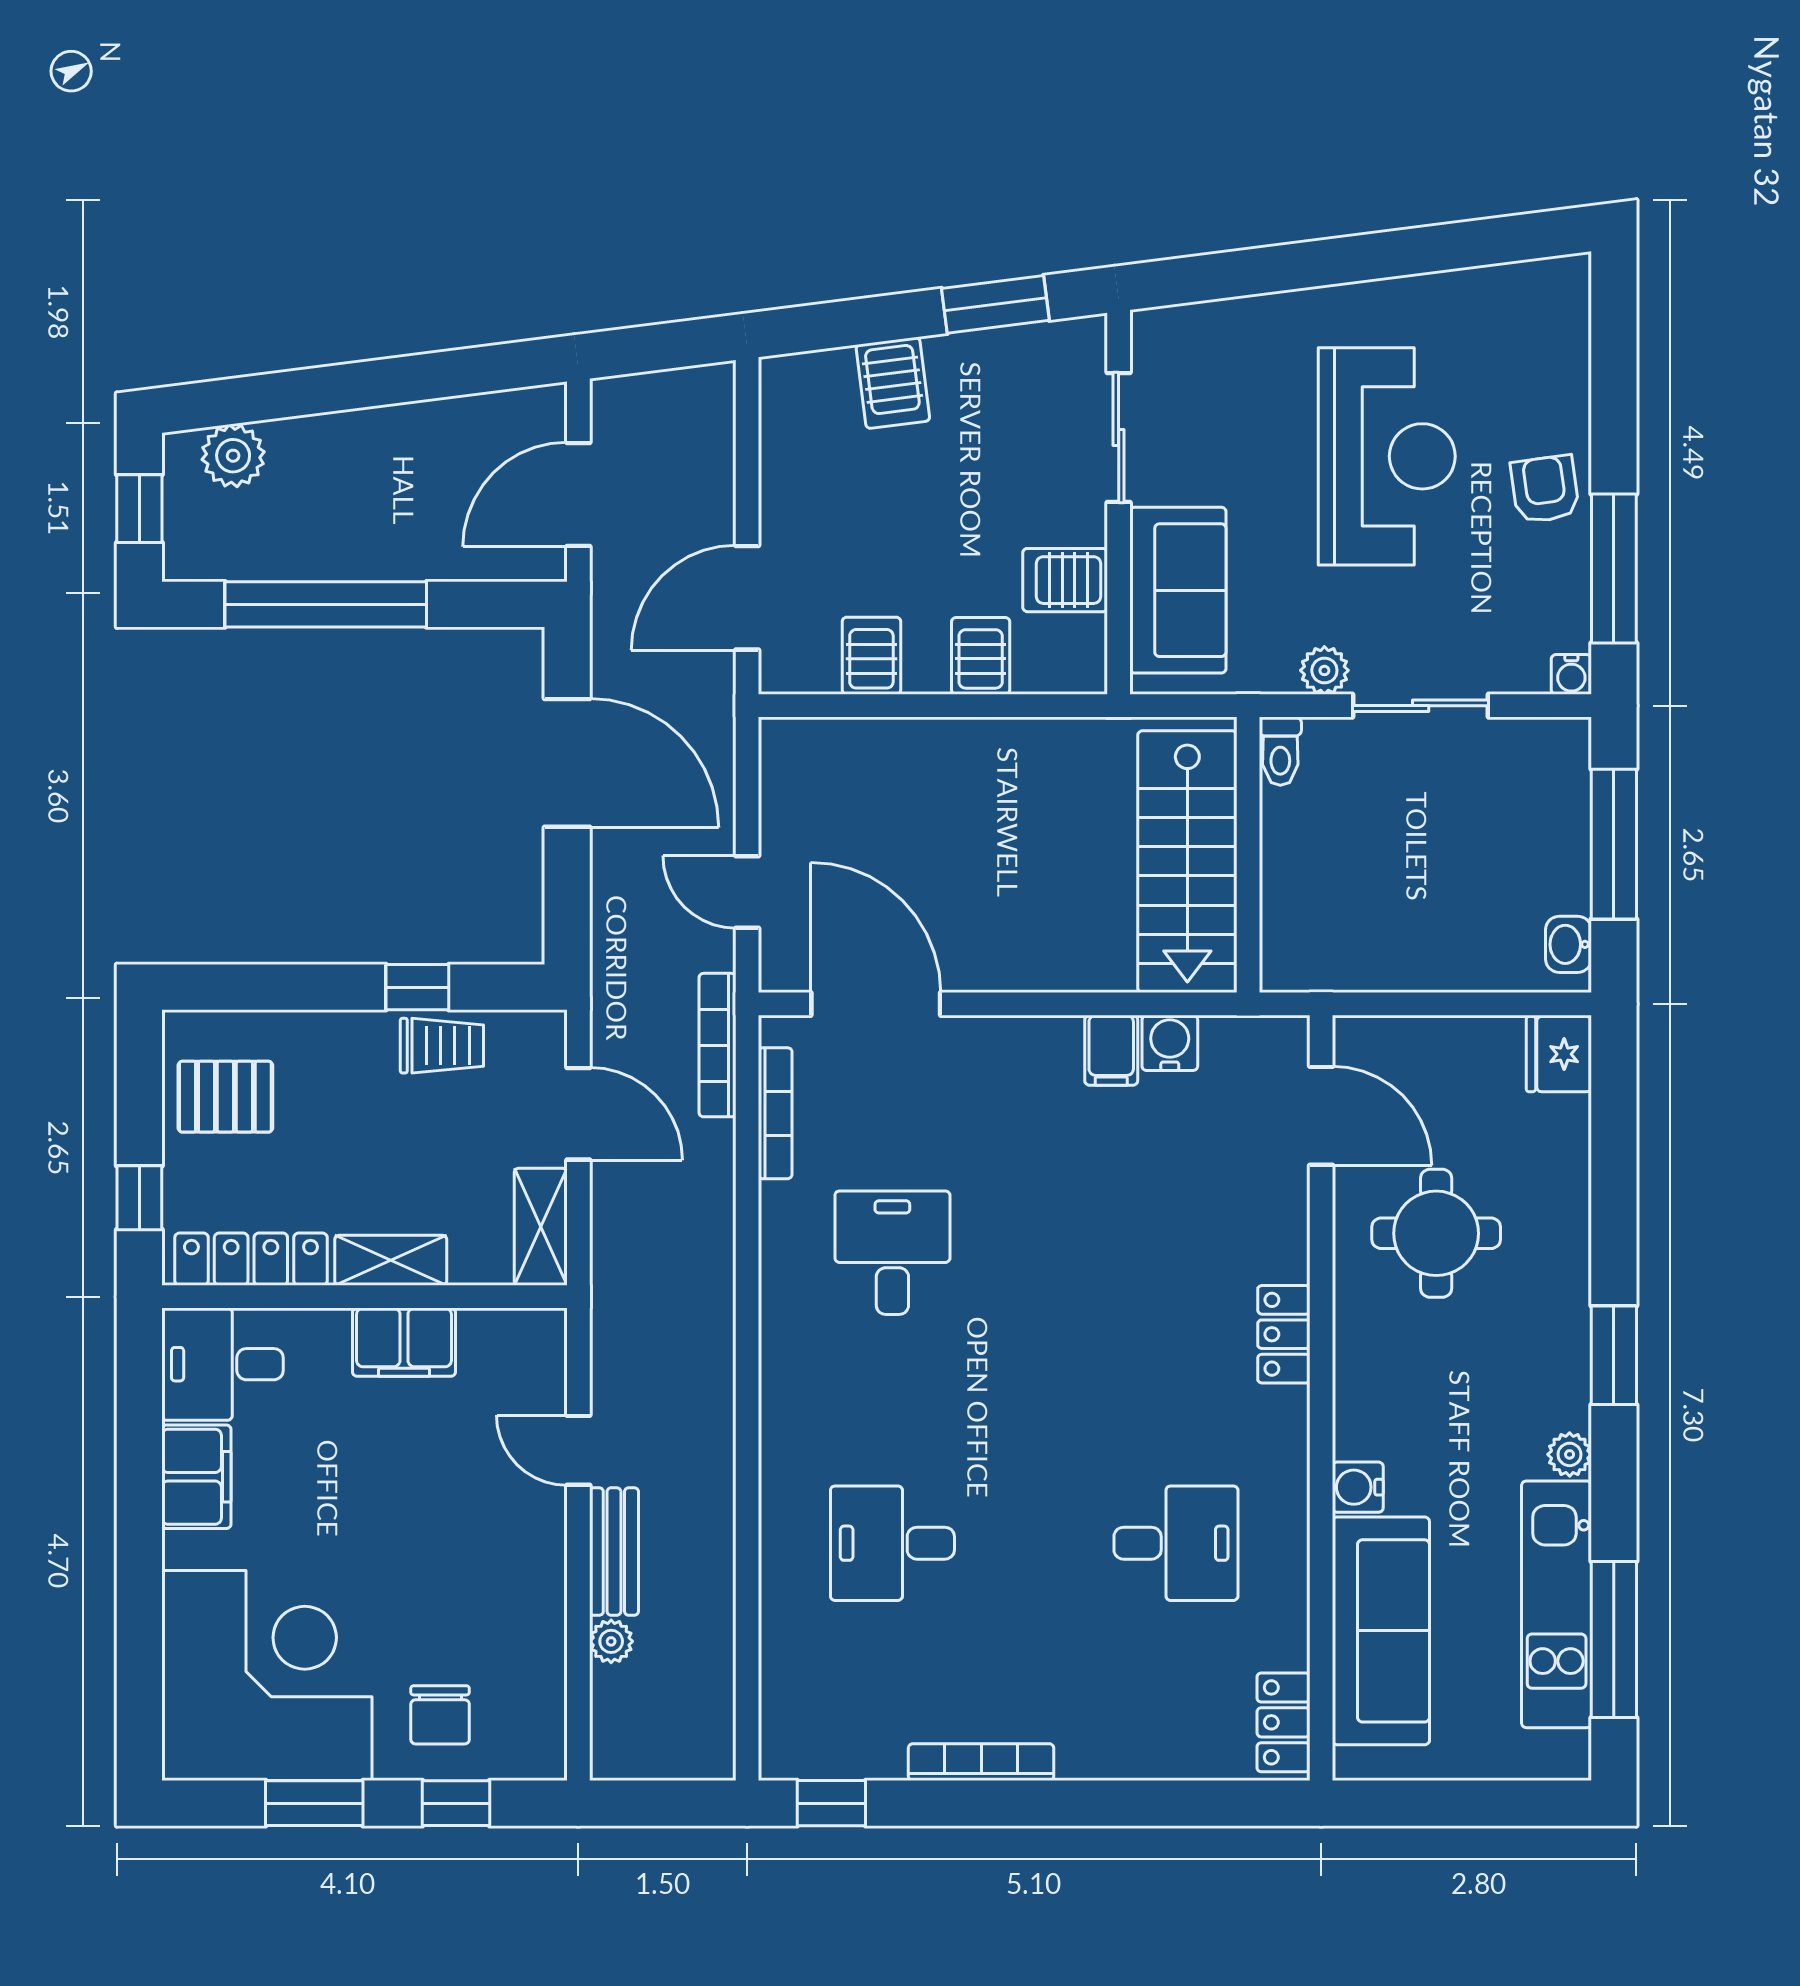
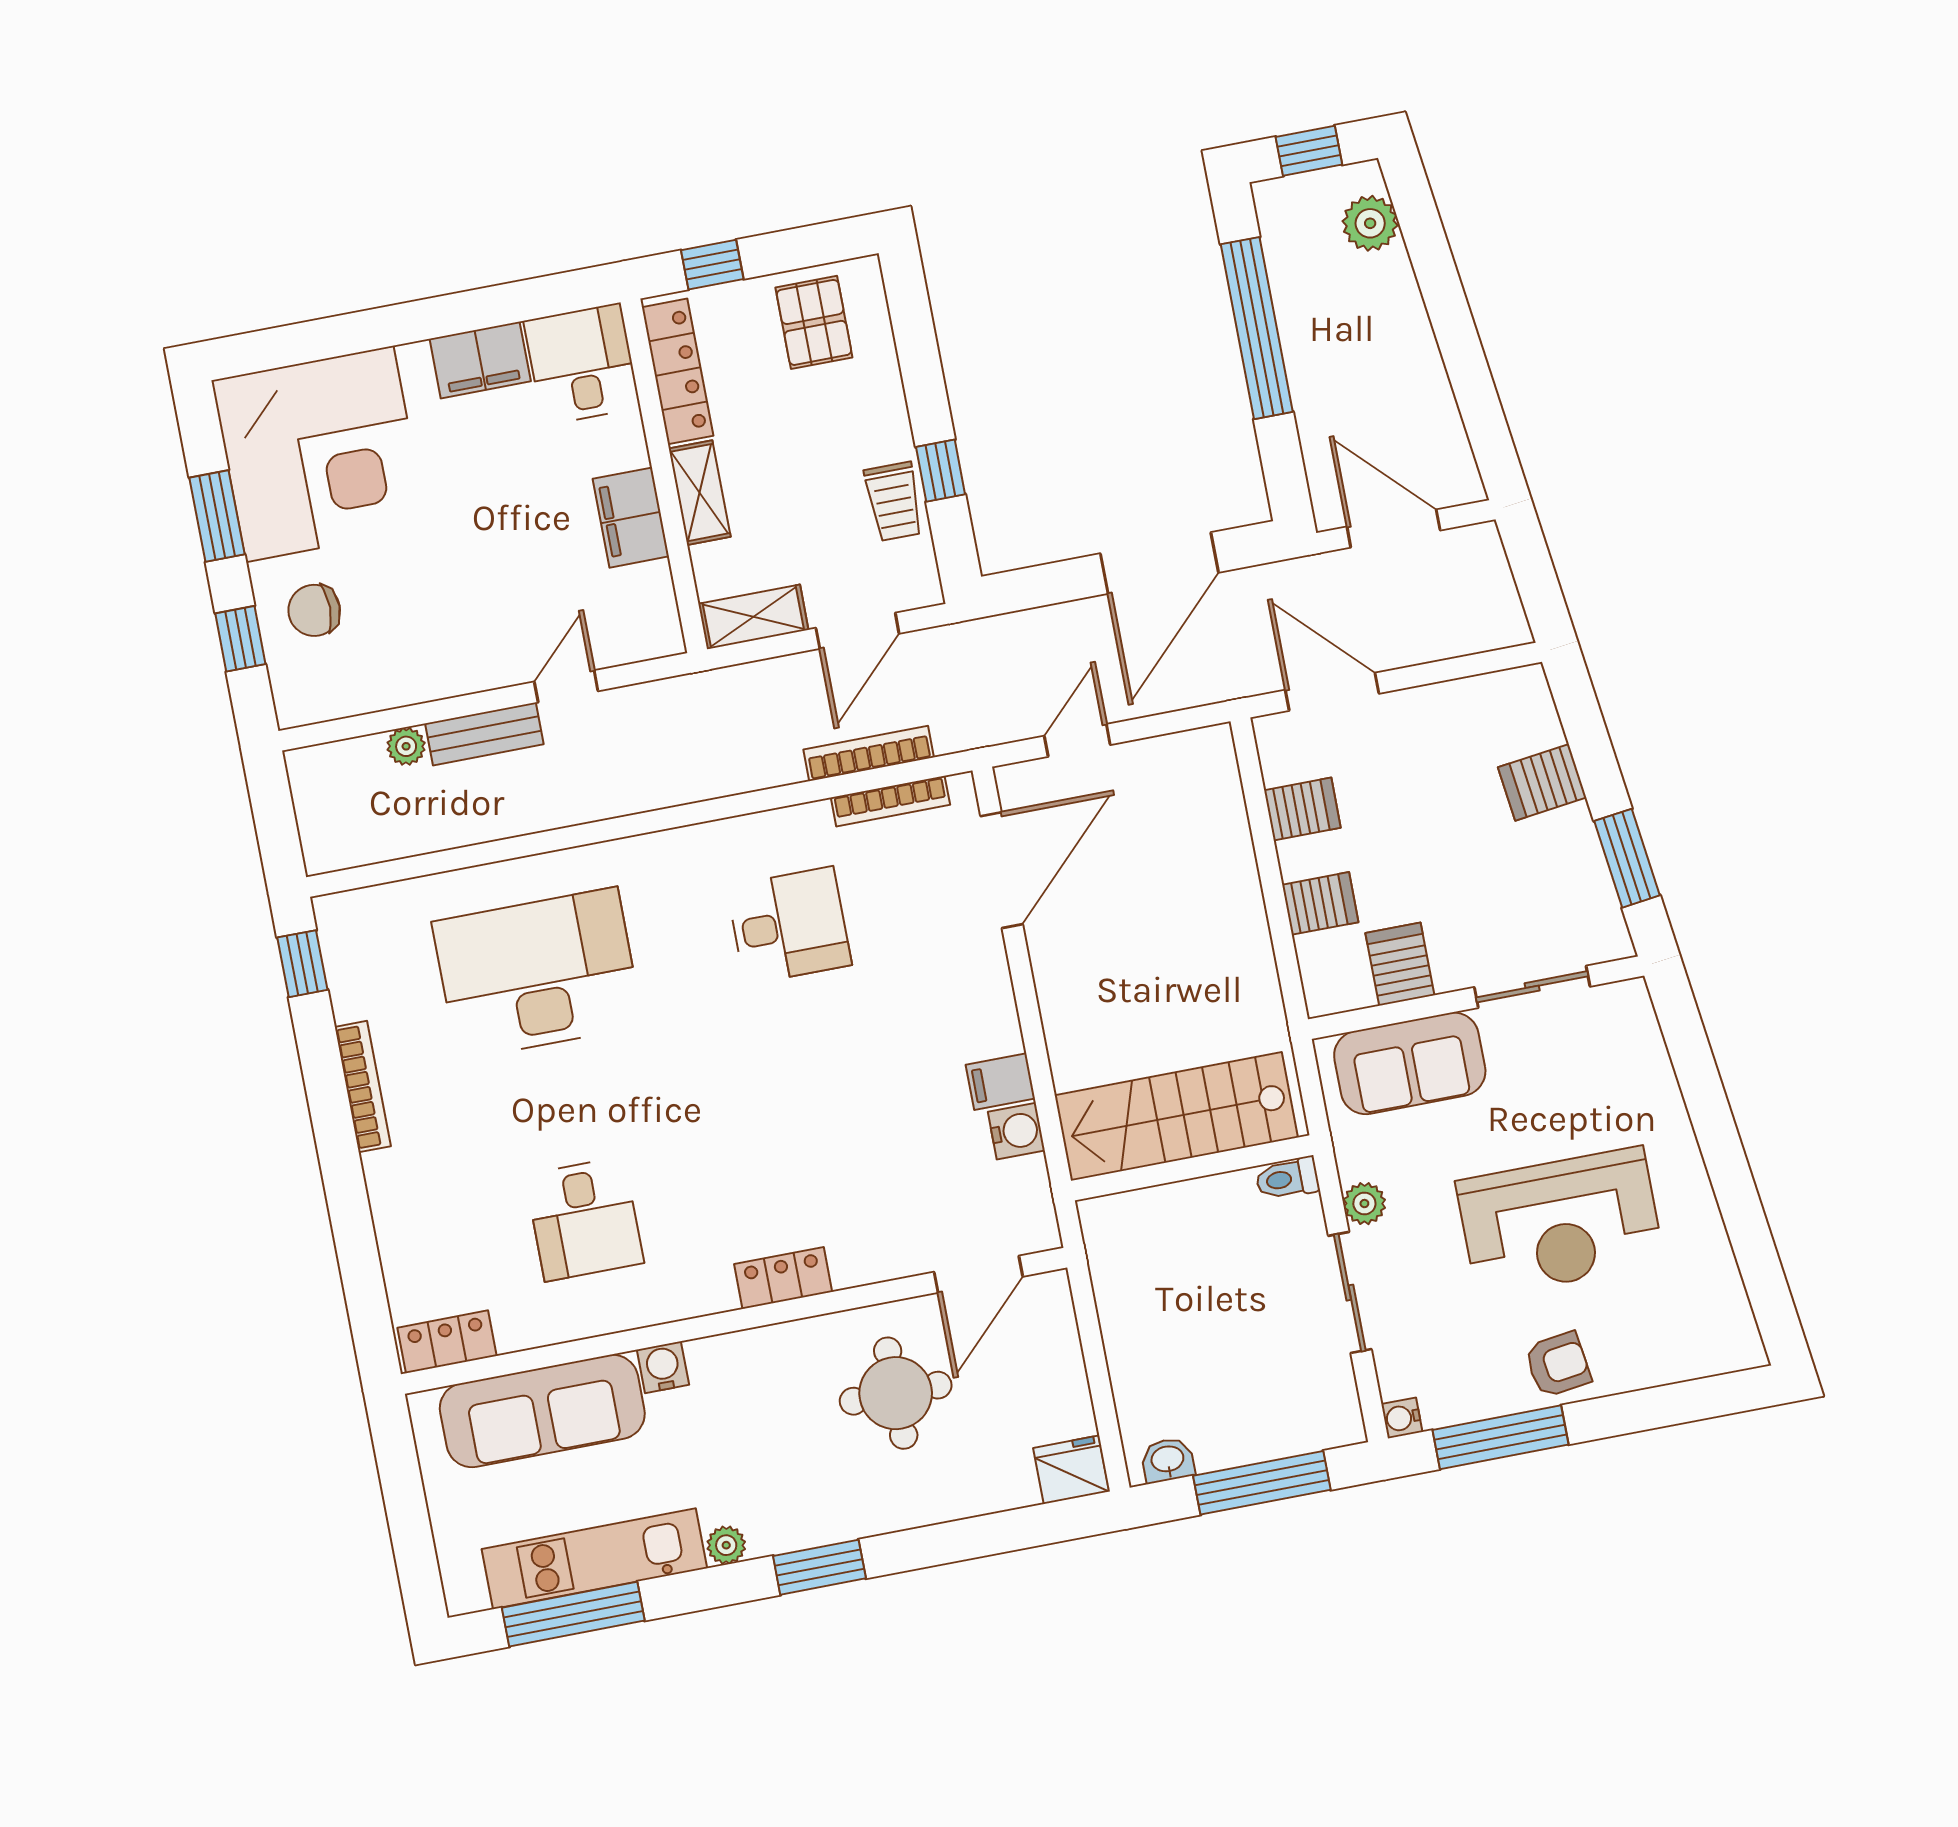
bookcase: (717, 1045) -> (869, 754), moved
desk: (892, 1543) -> (538, 974), width x1.87, depth x1.30

